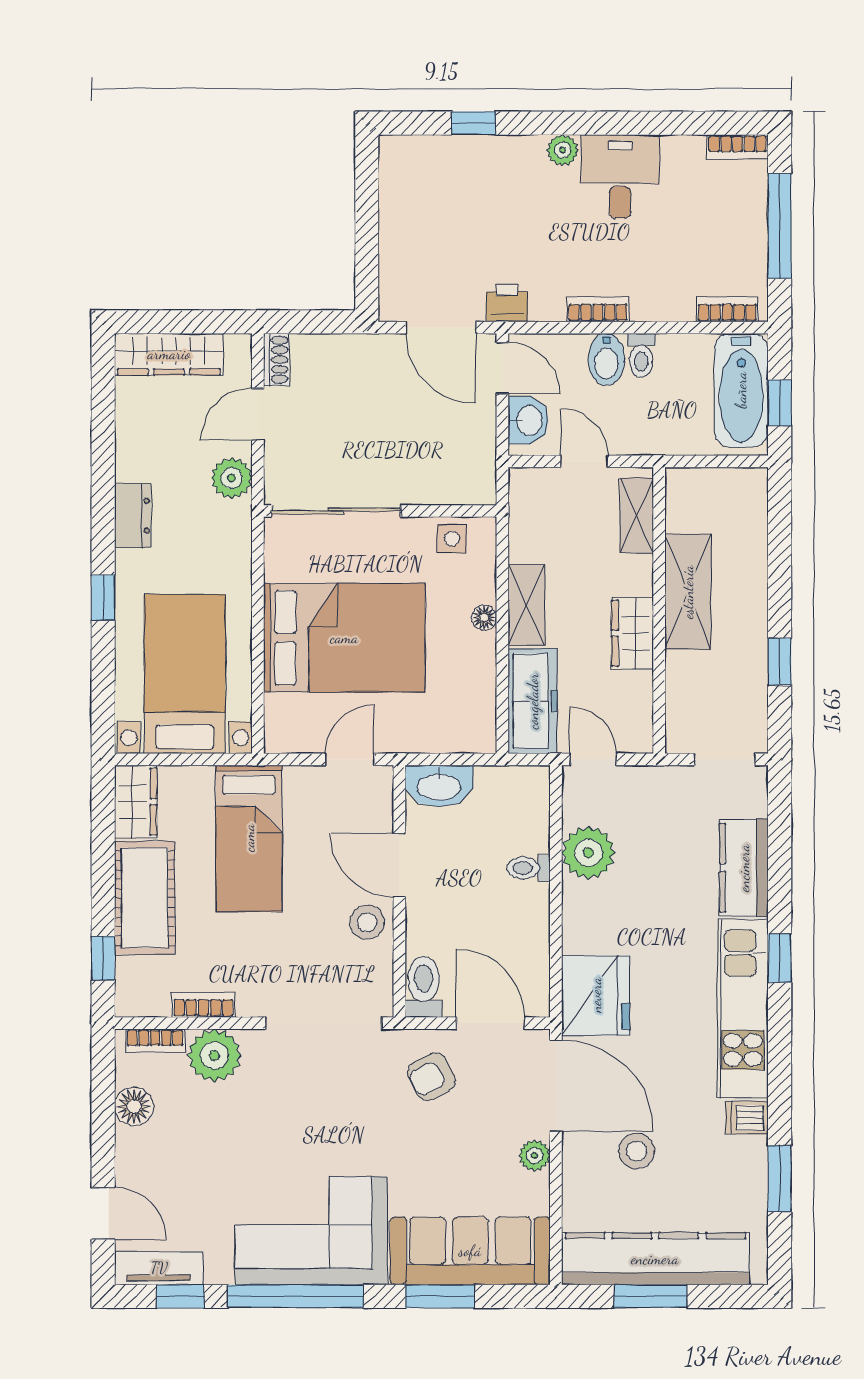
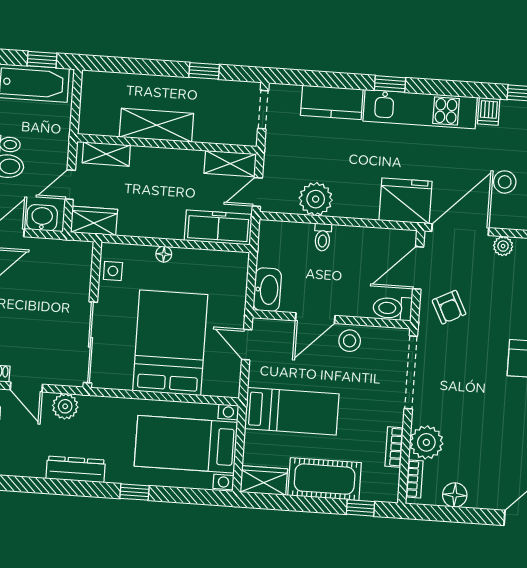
dresser: (133, 516) -> (76, 469), width x1.44
shelving: (526, 605) -> (230, 164), moved
wardrobe: (632, 633) -> (94, 221), moved, turned 180

